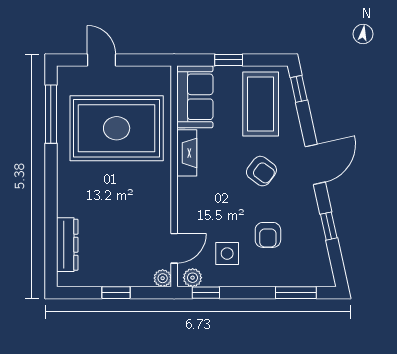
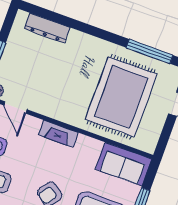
fireplace: (187, 153) -> (58, 134), moved

